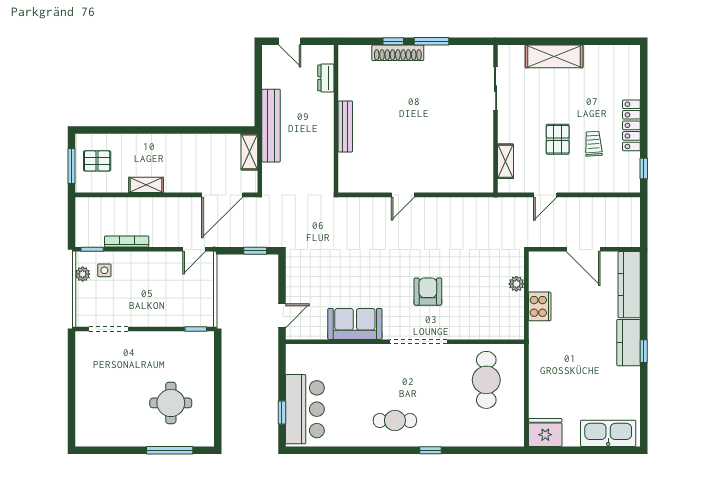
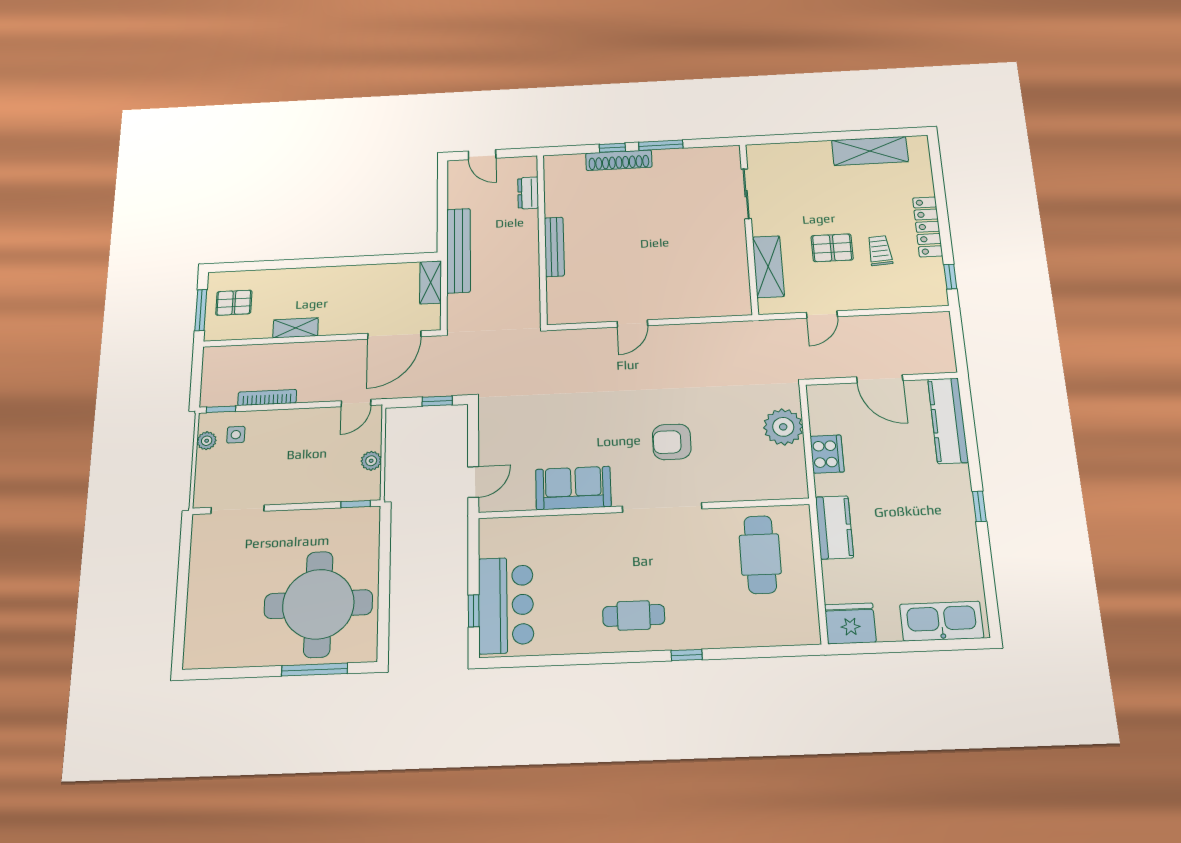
shelving: (554, 56) -> (870, 151), moved
pallet: (558, 139) -> (832, 248), turned 90
shelving: (505, 161) -> (768, 267), width x1.50, depth x1.33
plant: (516, 284) -> (783, 427), width x1.88, depth x1.88
armchair: (428, 292) -> (672, 442), turned -90
plant: (206, 296) -> (371, 461), added
kitchen counter: (629, 343) -> (834, 527), moved, turned 180
round table: (171, 403) -> (318, 604), width x1.86, depth x1.86

